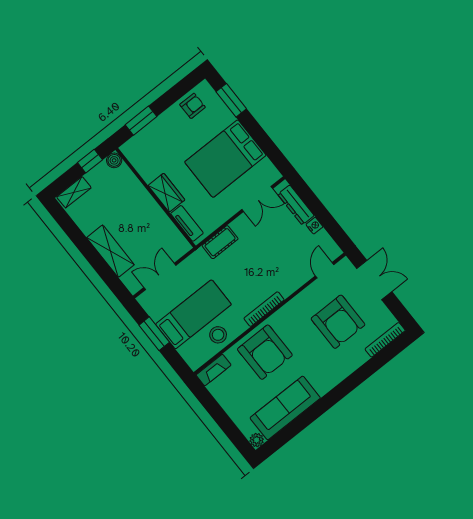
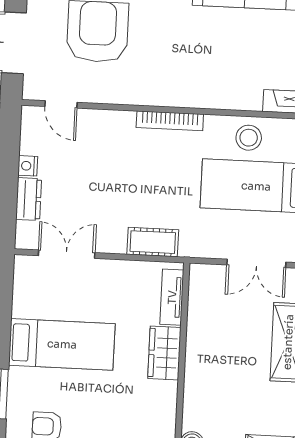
bed: (225, 159) -> (62, 344), width x0.67
dresser: (296, 205) -> (29, 199), width x0.70
door: (325, 270) -> (61, 104), hinge flipped
armchair: (265, 352) -> (212, 71), removed

